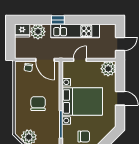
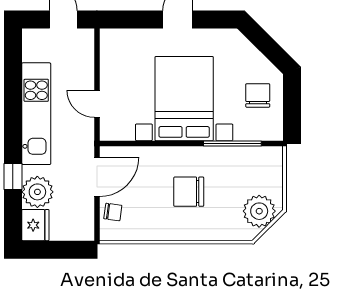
window: (58, 20) -> (13, 176), moved
plant: (108, 69) -> (115, 44), removed

